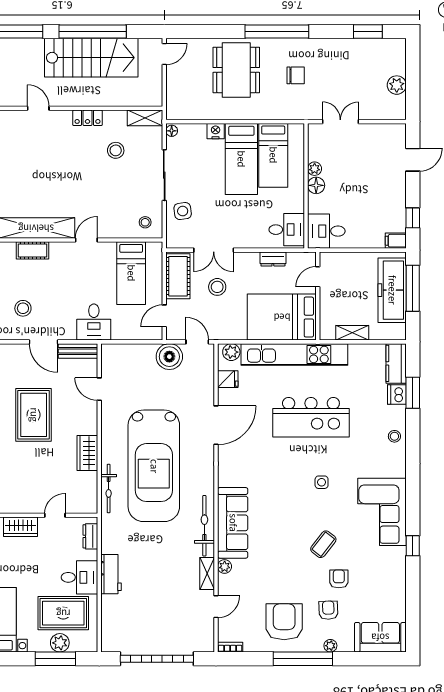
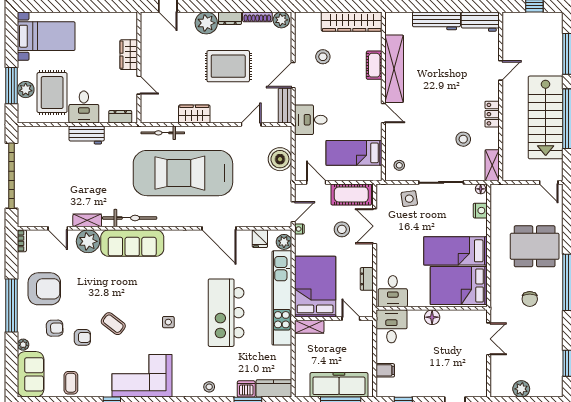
nightstand: (216, 131) -> (480, 211), moved
bed: (273, 155) -> (459, 285), width x1.50
plant: (315, 169) -> (447, 316), removed
filing cabinet: (396, 241) -> (385, 370), moved, turned 90
shelving: (352, 333) -> (309, 327), moved, turned 90
nightstand: (217, 335) -> (299, 229), added
boiler: (169, 357) -> (280, 159), moved
plant: (225, 567) -> (88, 241), width x1.87, depth x1.87
coffee table: (390, 592) -> (71, 383), added
plant: (330, 646) -> (23, 345), moved

